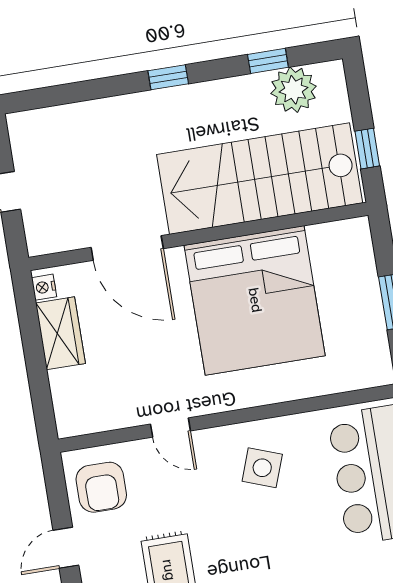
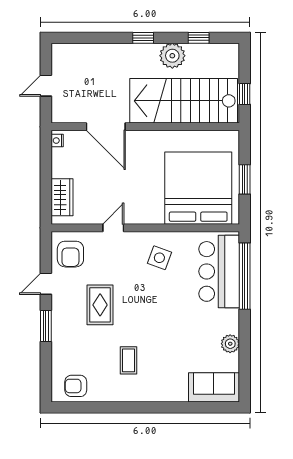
plant: (294, 90) -> (172, 56), moved
bed: (255, 300) -> (198, 188), moved, turned 180
wardrobe: (60, 333) -> (62, 197), moved
door: (170, 427) -> (113, 228), swing flipped

